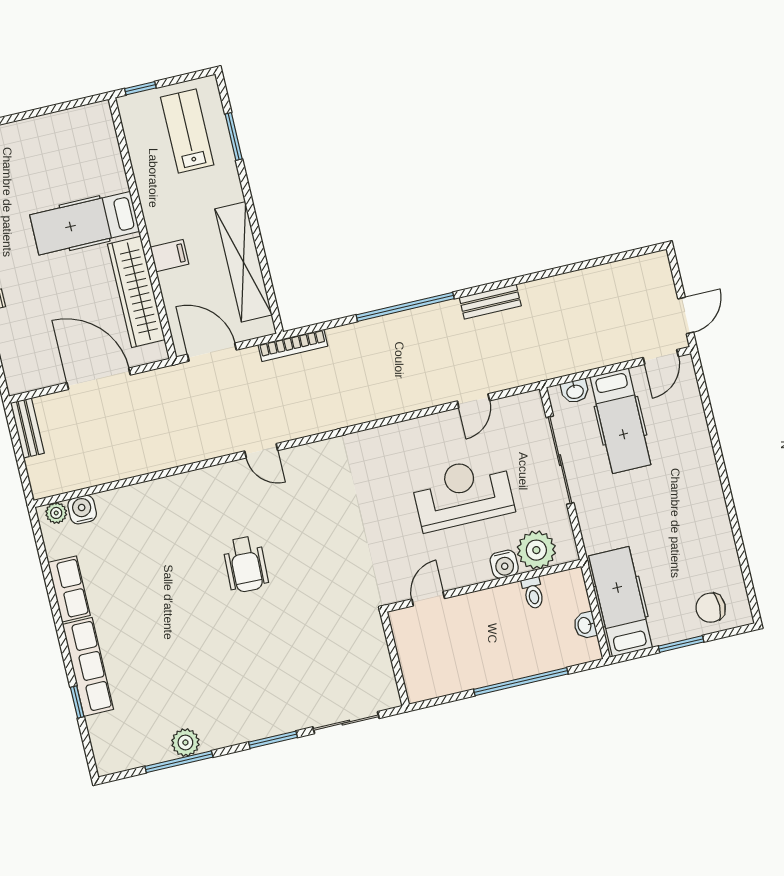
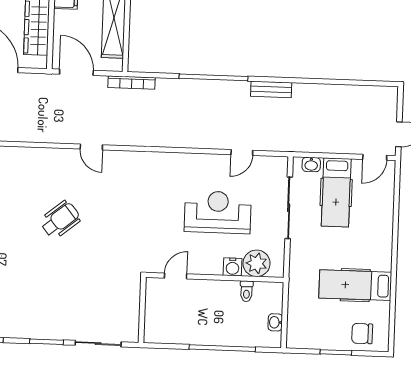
wheelchair: (246, 564) -> (60, 220), turned -131
hospital bed: (621, 602) -> (355, 285), moved, turned -90

